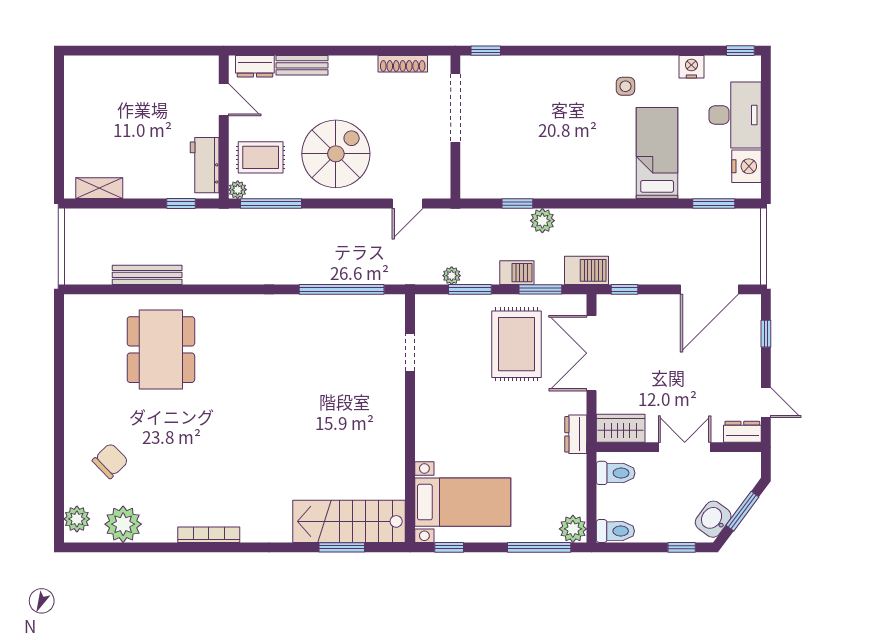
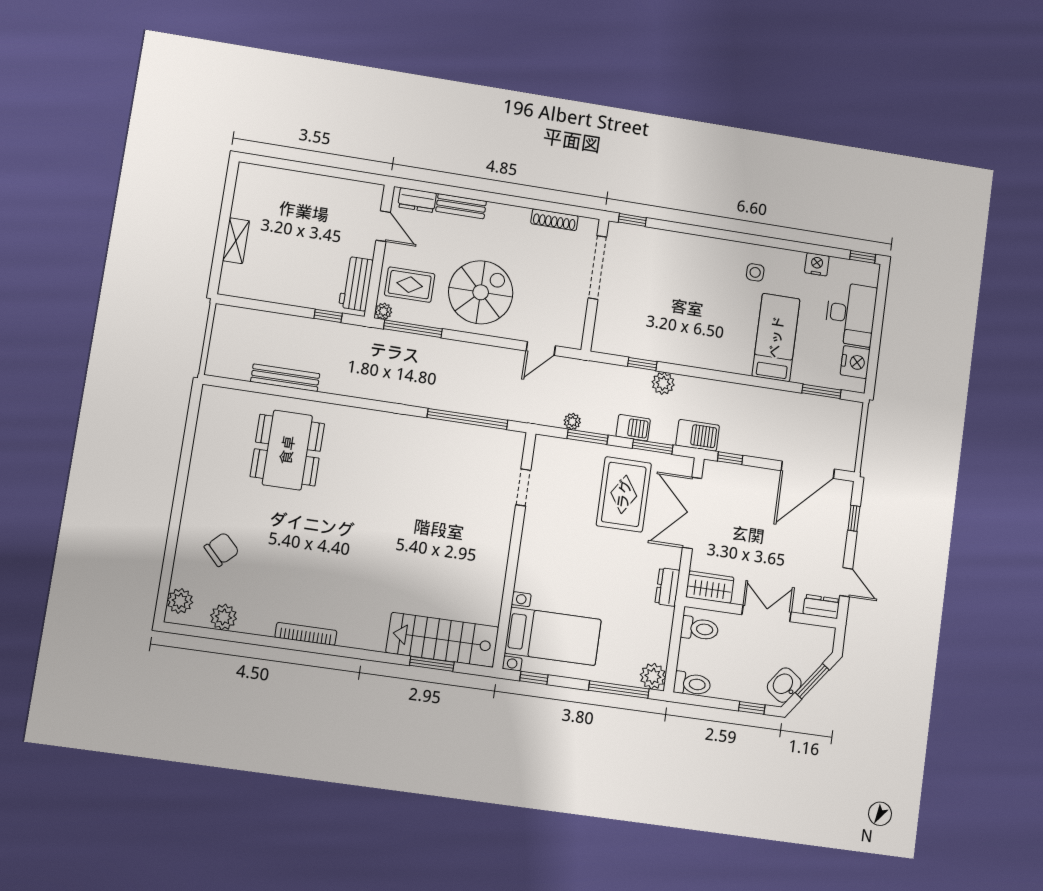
shelving: (99, 188) -> (236, 241), moved, turned 90
plant: (123, 524) -> (224, 617), width x0.73, depth x0.73

